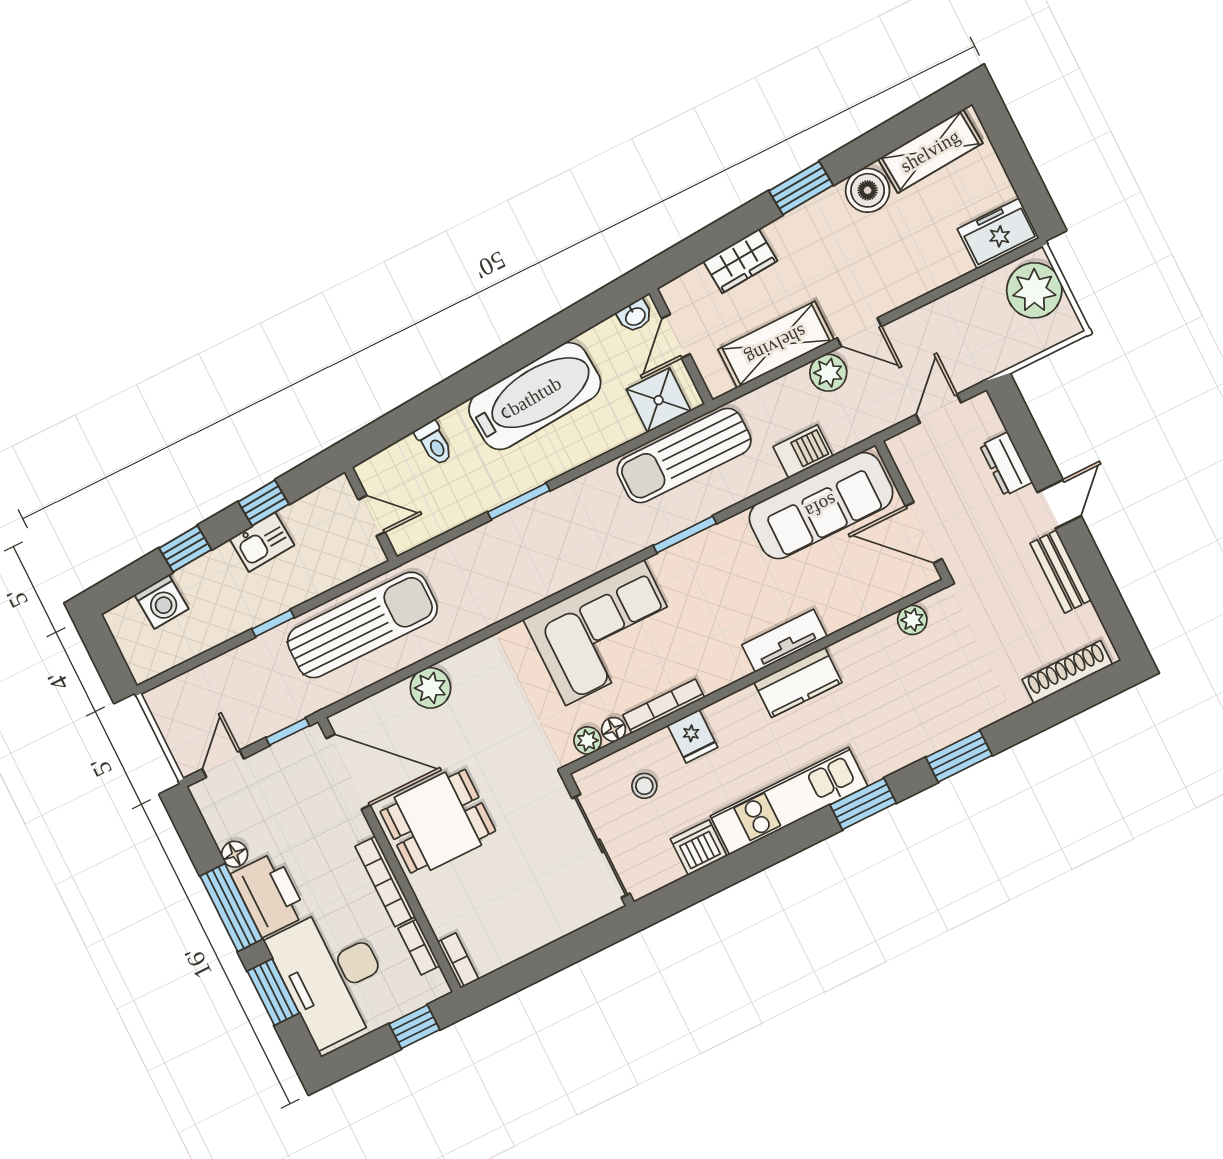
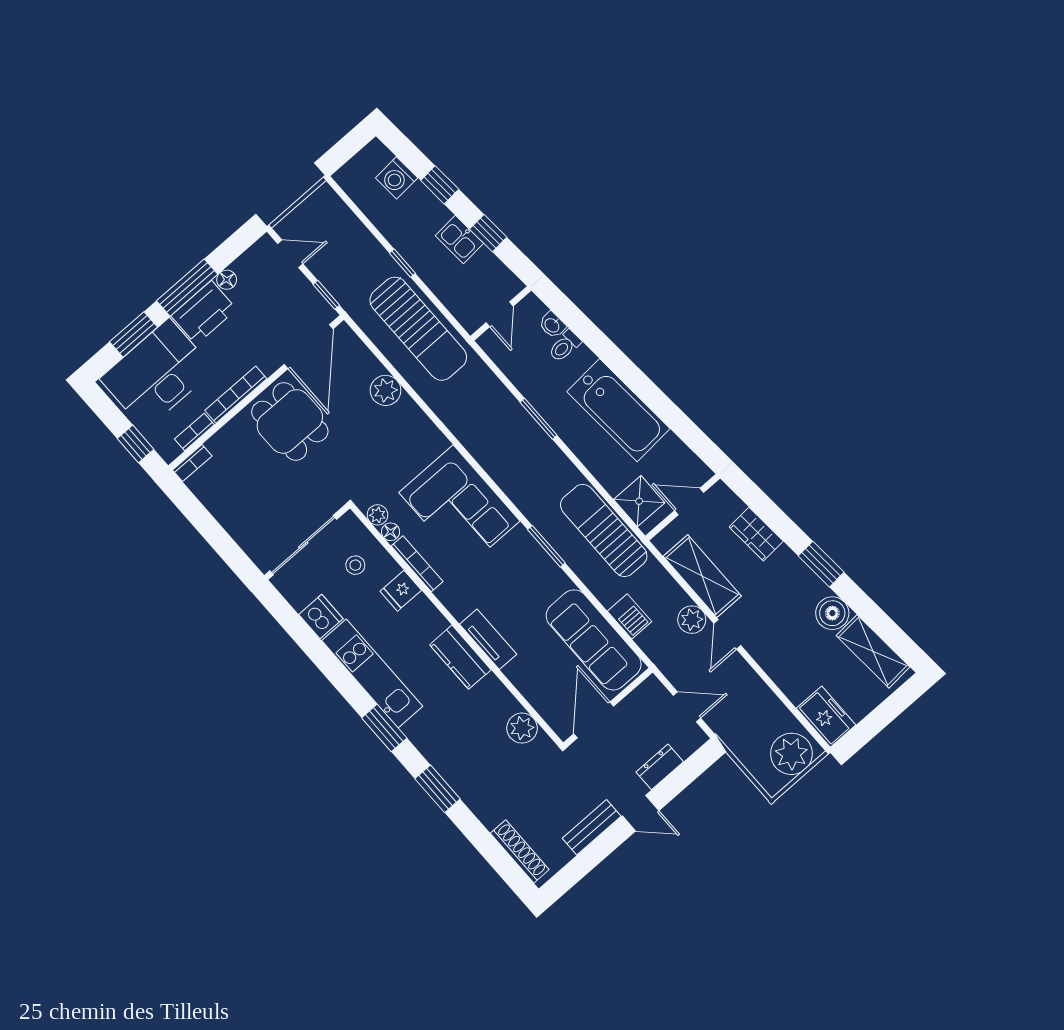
washbasin: (635, 316) -> (552, 325), moved
plant: (912, 620) -> (522, 728), width x1.38, depth x1.38

